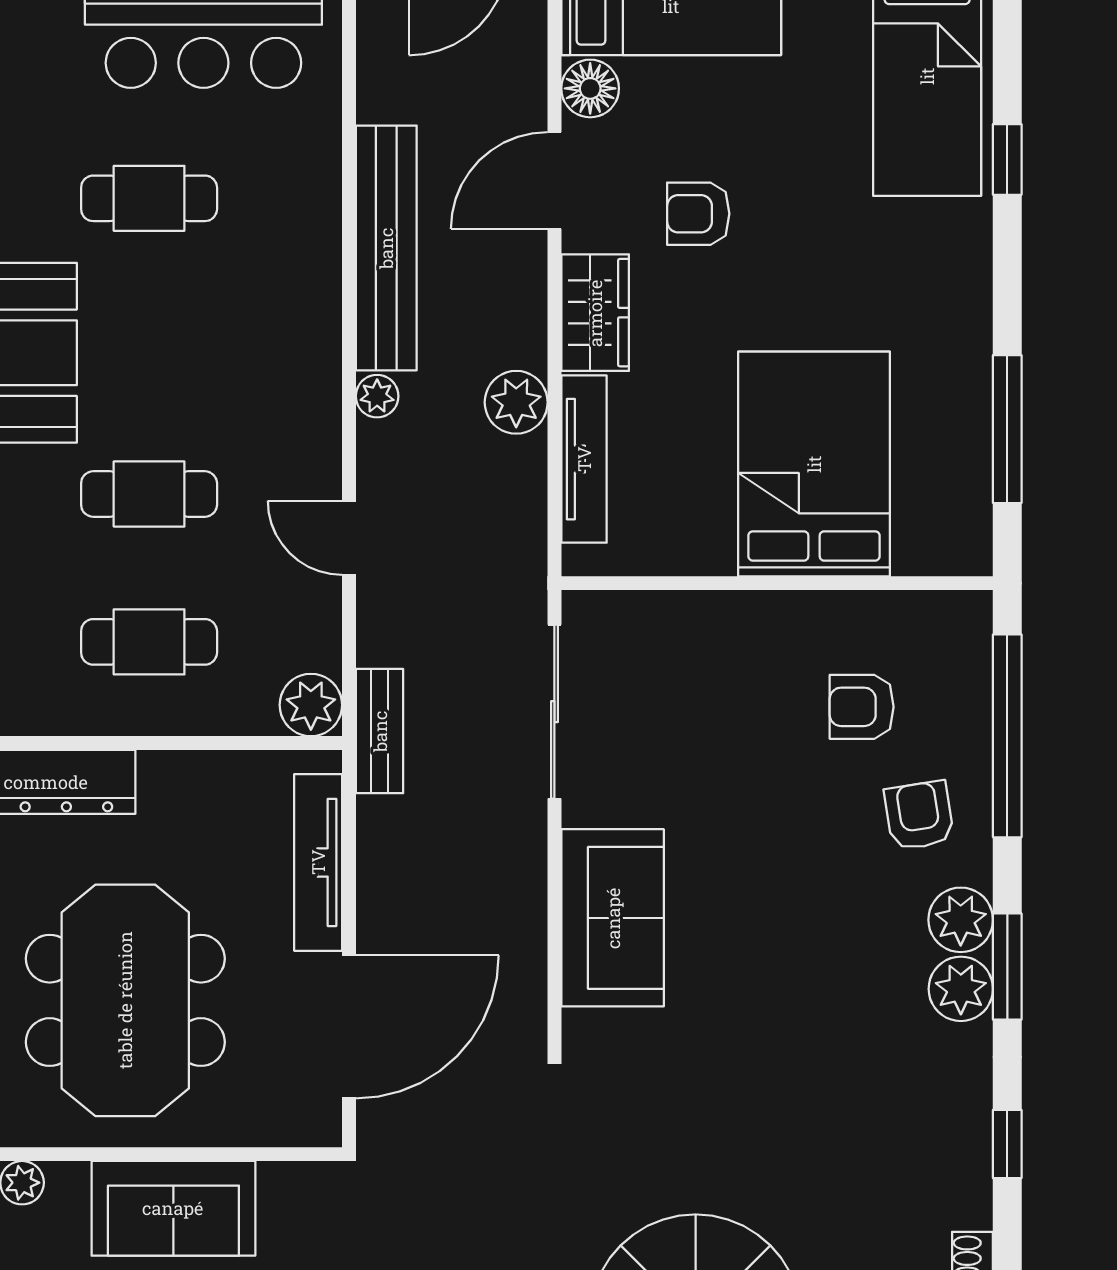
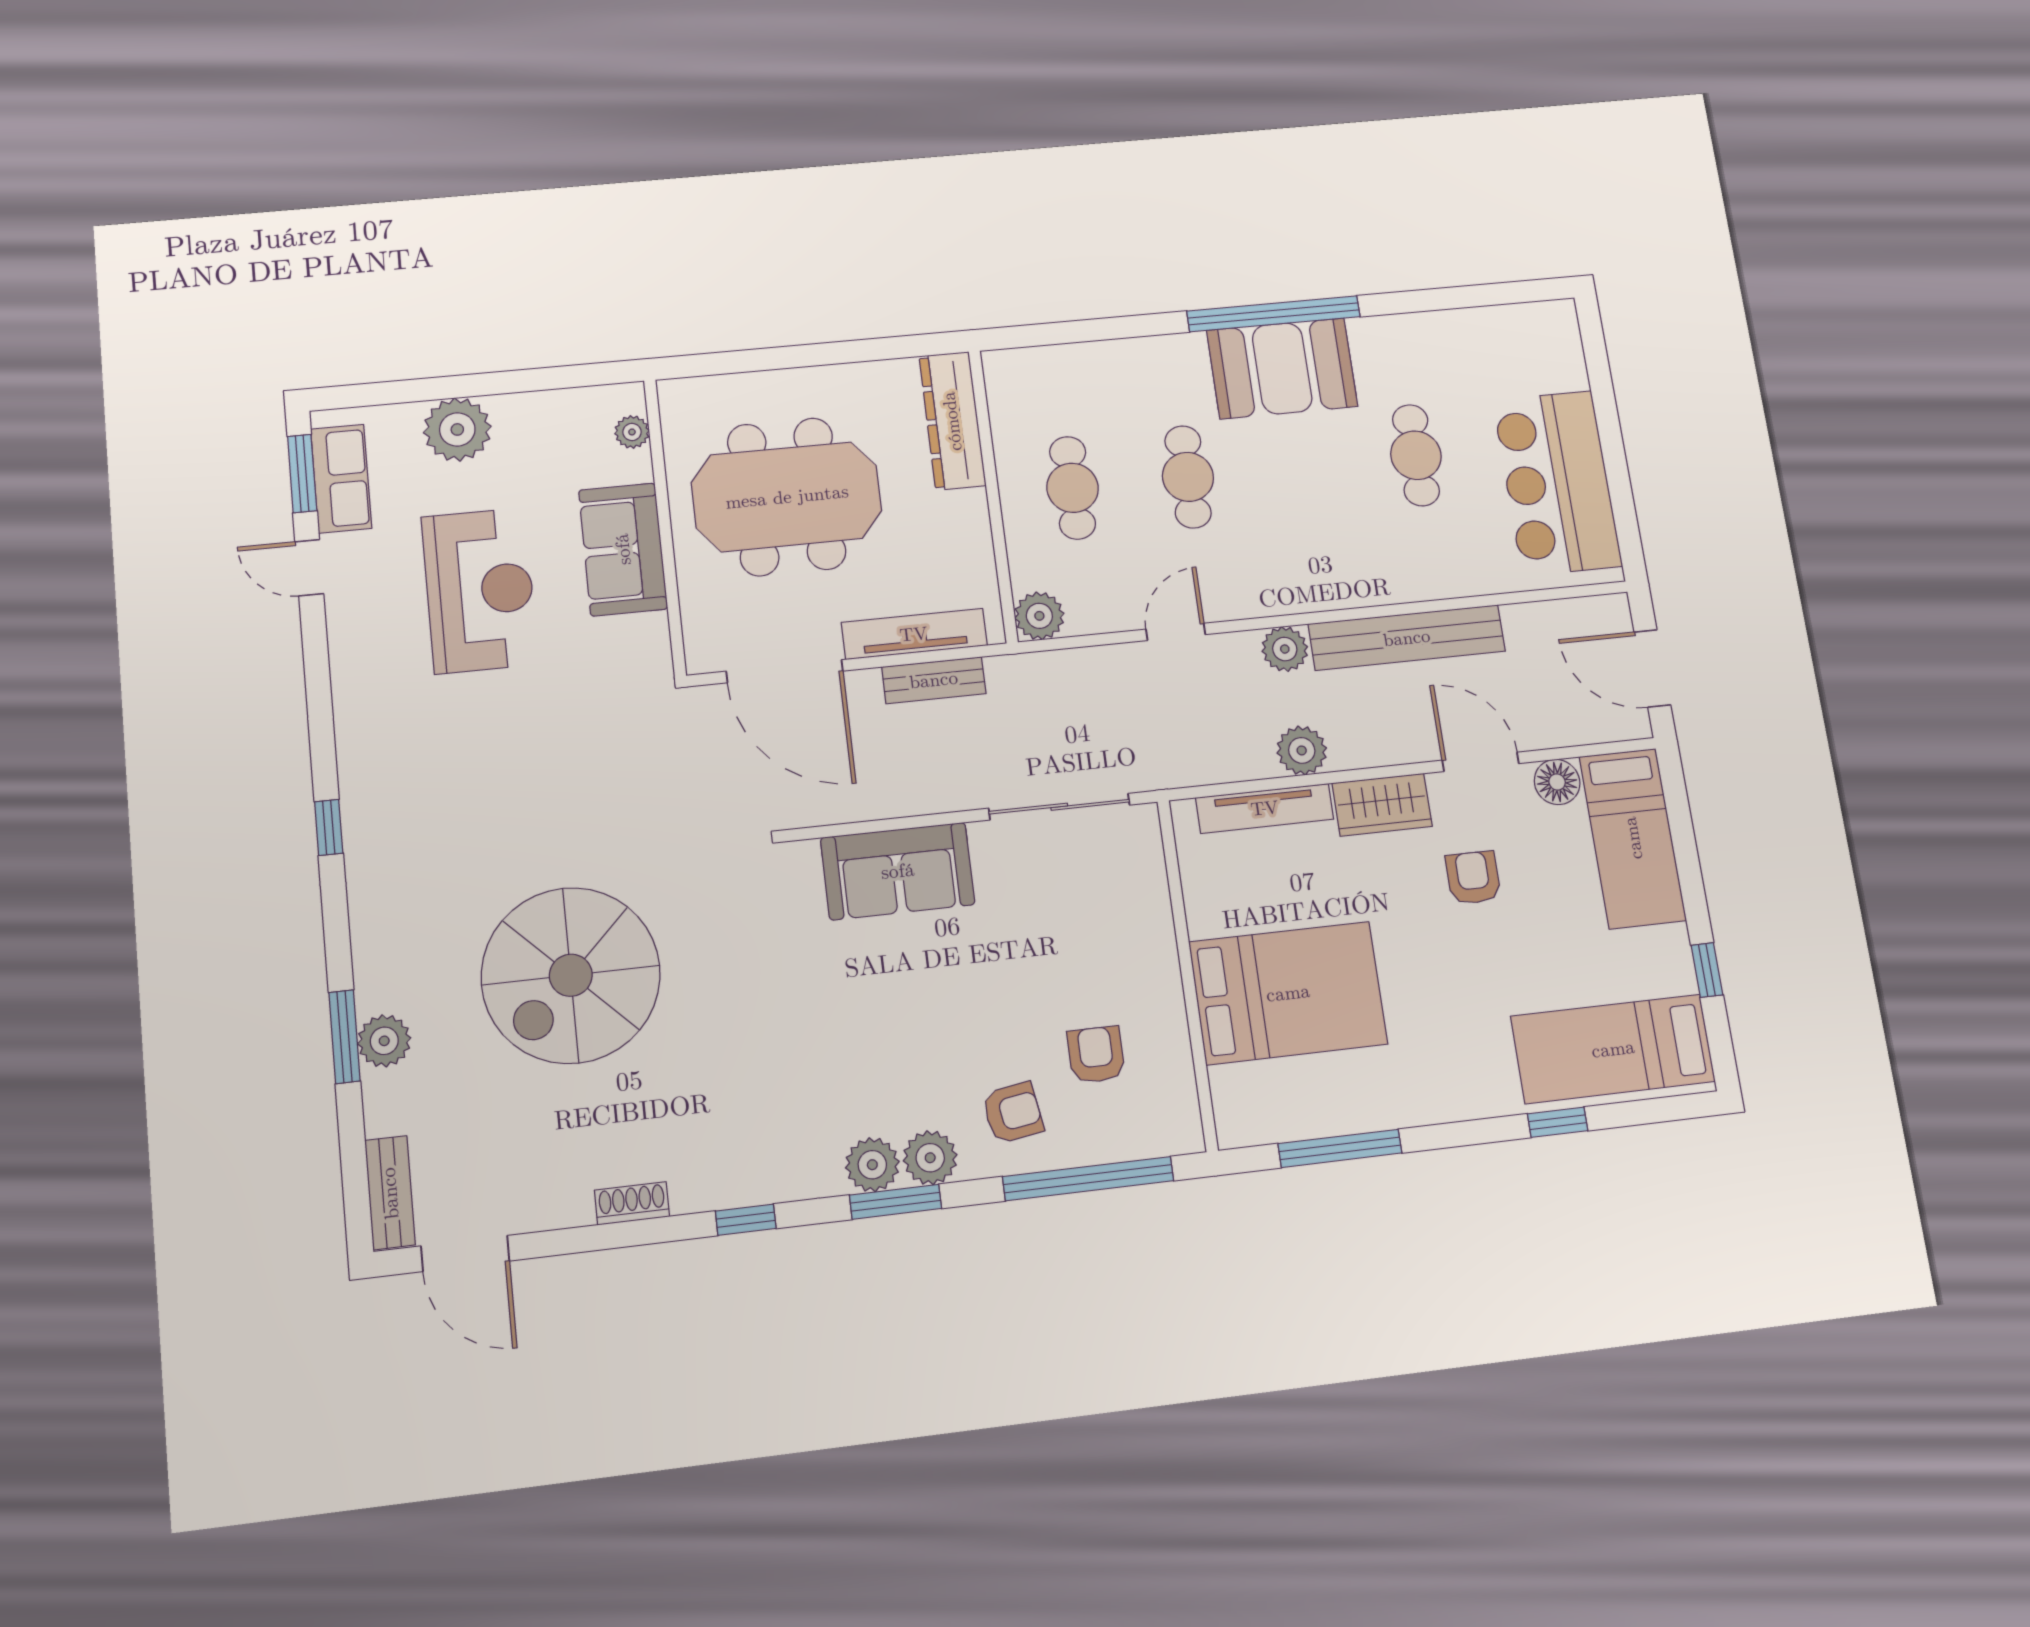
plant: (377, 396) -> (1285, 649), width x1.38, depth x1.38
bench: (380, 731) -> (934, 680), moved

